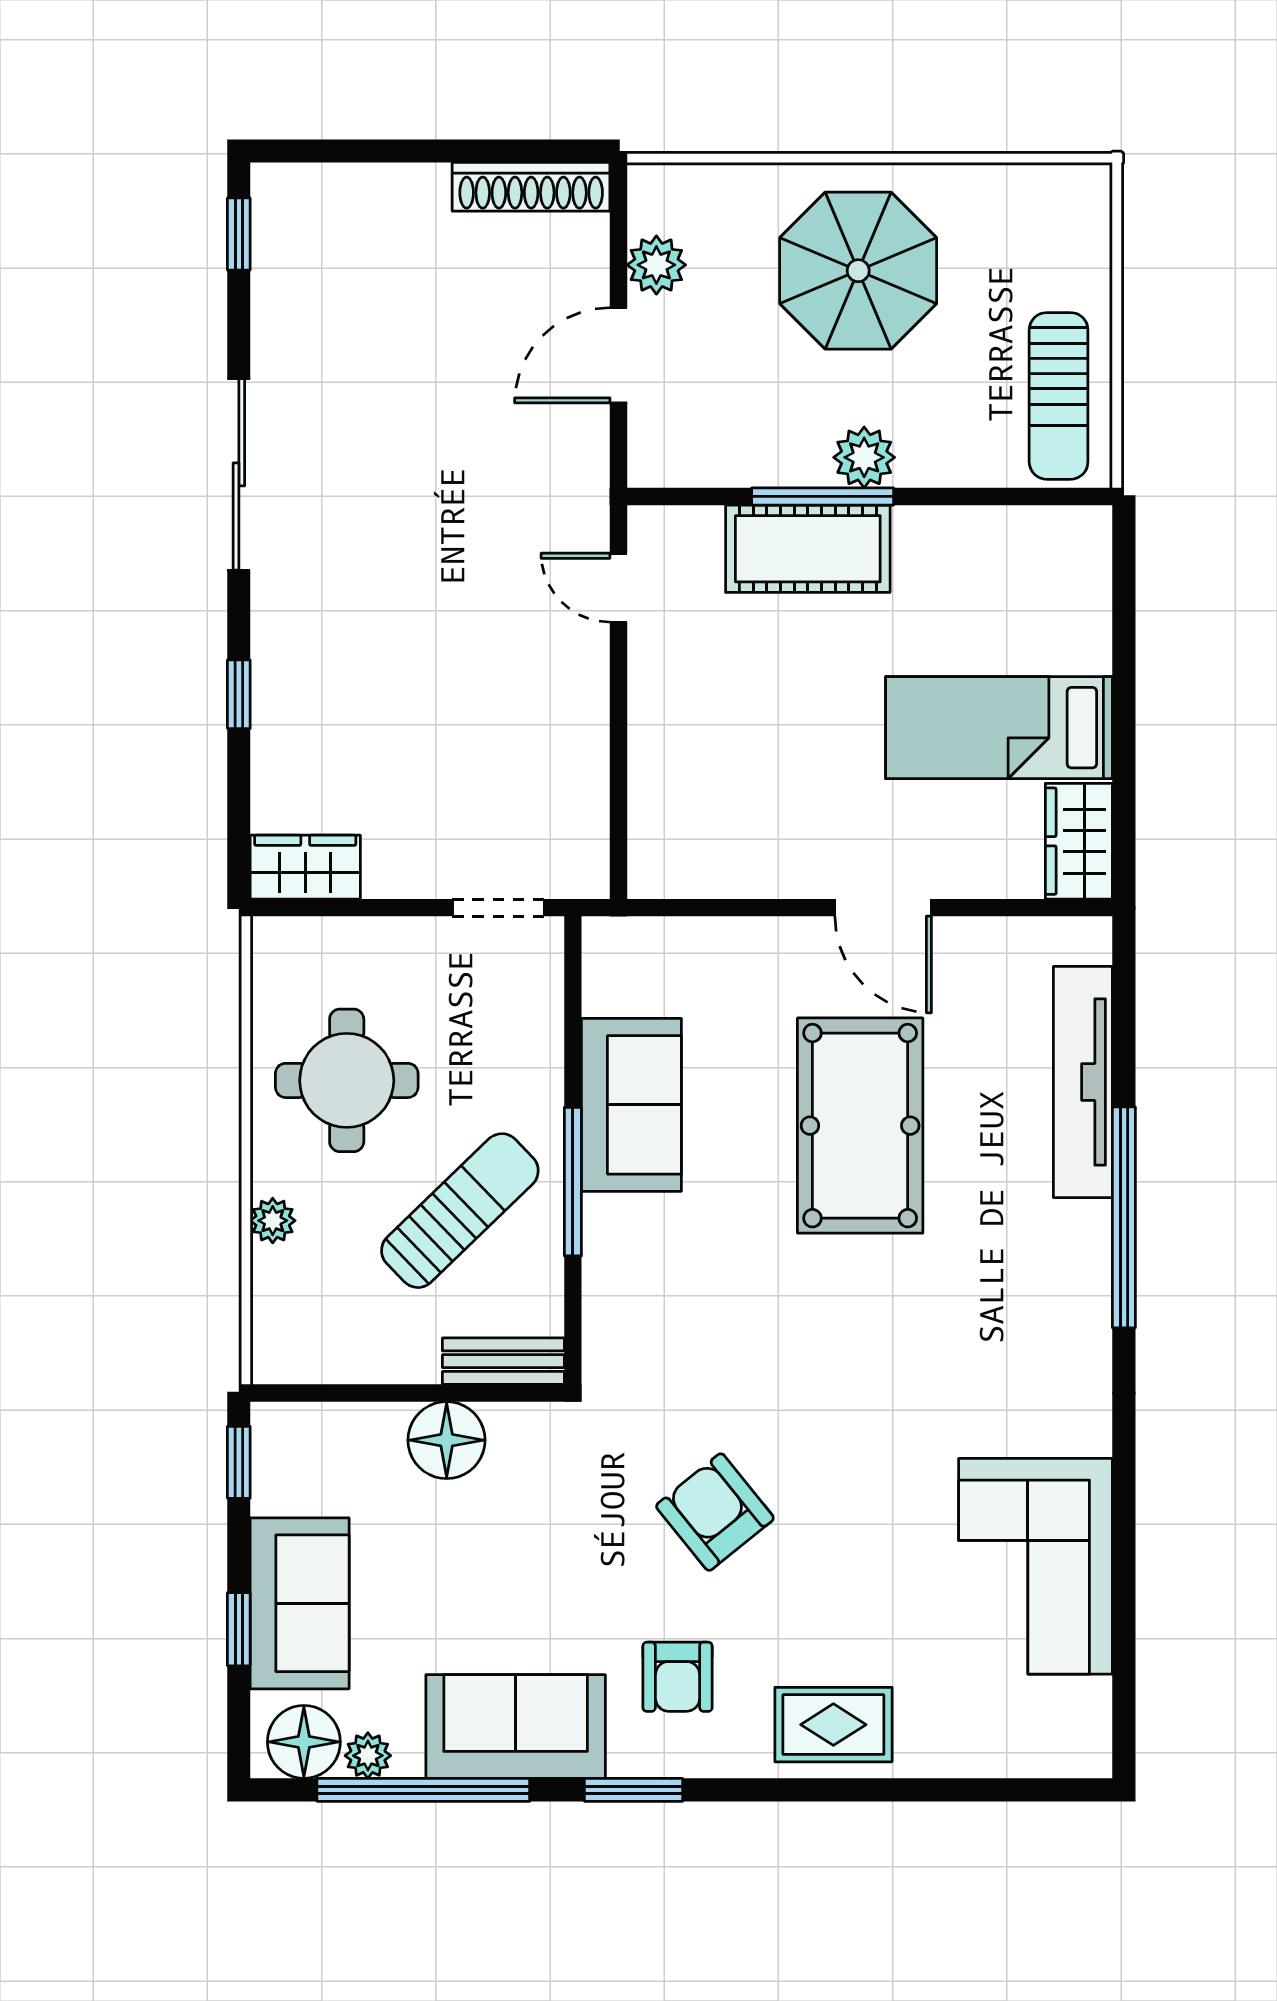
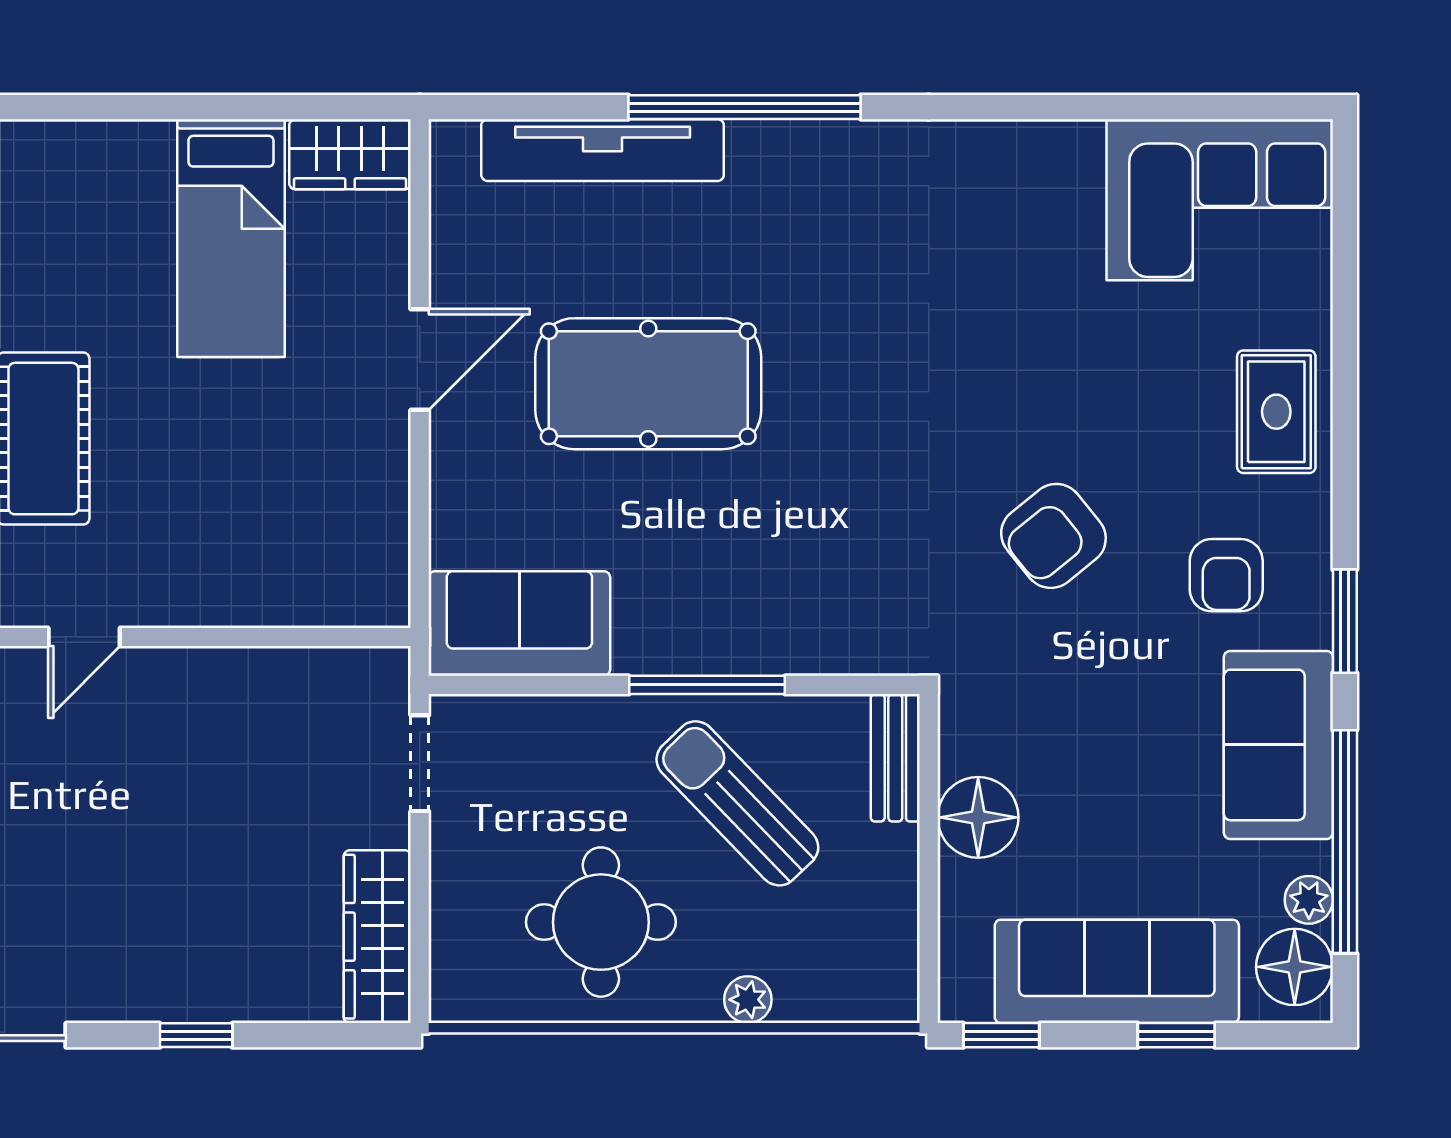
wardrobe: (305, 867) -> (377, 937), width x1.50
sofa: (631, 1105) -> (519, 623), moved
corner sofa: (1036, 1566) -> (1220, 200), moved
sofa: (300, 1603) -> (1117, 971), width x1.36
armchair: (678, 1677) -> (1226, 575), turned 90

